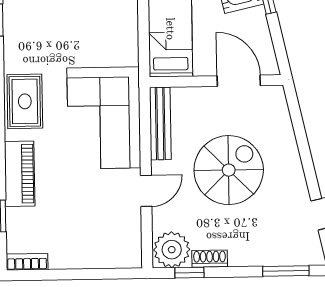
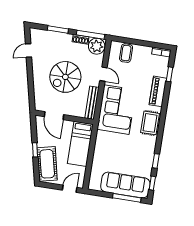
door: (146, 191) -> (103, 74), swing flipped
coffee table: (104, 246) -> (126, 53), added
window: (286, 271) -> (58, 30), moved
window: (189, 273) -> (91, 35), width x2.17

